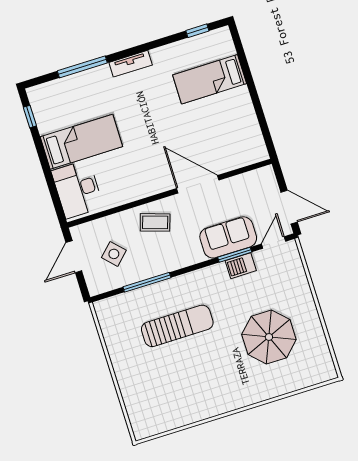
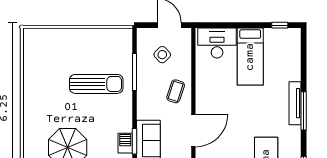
tv unit: (131, 64) -> (295, 103), width x1.41
window: (82, 67) -> (304, 111), moved
sun lounger: (177, 326) -> (96, 84), turned -90

